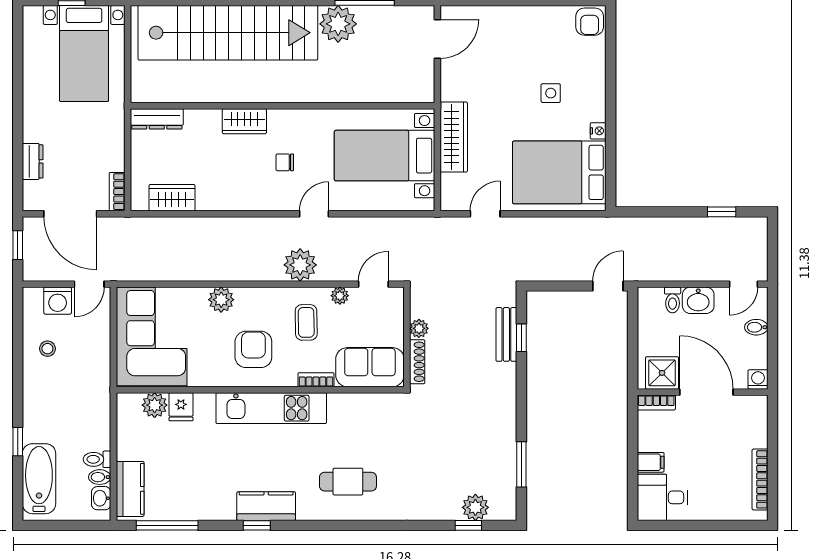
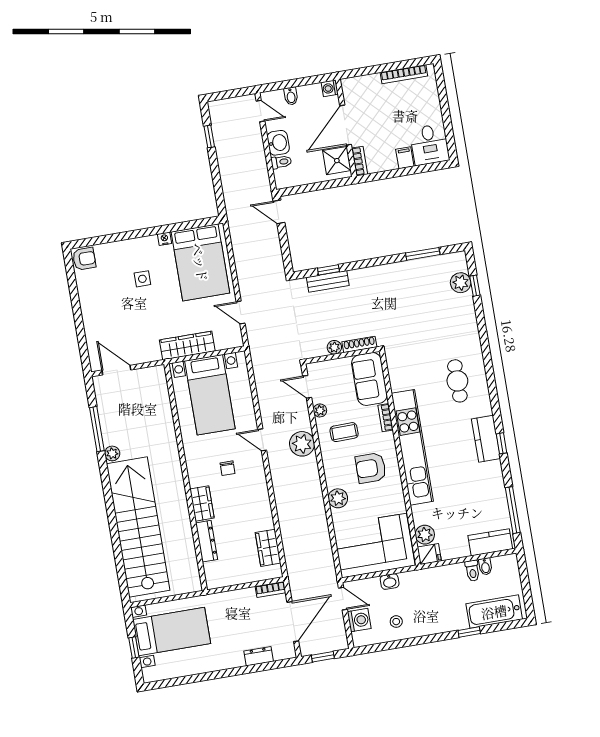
plant: (338, 24) -> (112, 453), width x0.53, depth x0.53
dresser: (157, 119) -> (207, 541), moved
fridge: (181, 407) -> (429, 554), moved
kitchen unit: (271, 408) -> (412, 447), width x1.36
washbasin: (101, 498) -> (390, 582), moved

